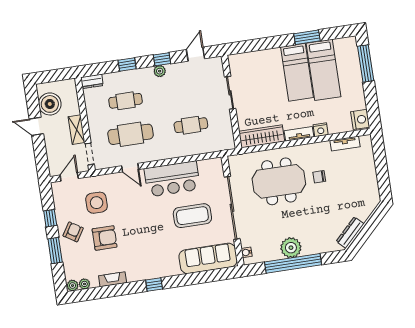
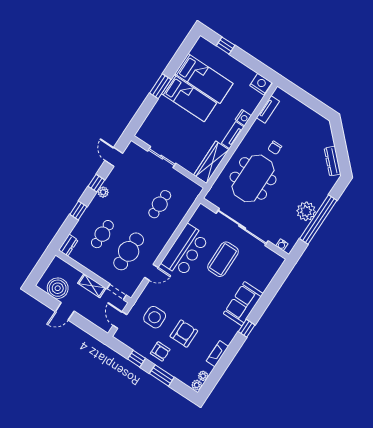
window: (307, 37) -> (160, 86), moved
window: (366, 63) -> (226, 46), width x0.46
armchair: (73, 232) -> (160, 351), turned 148
sofa: (208, 258) -> (243, 304), moved, width x0.73

